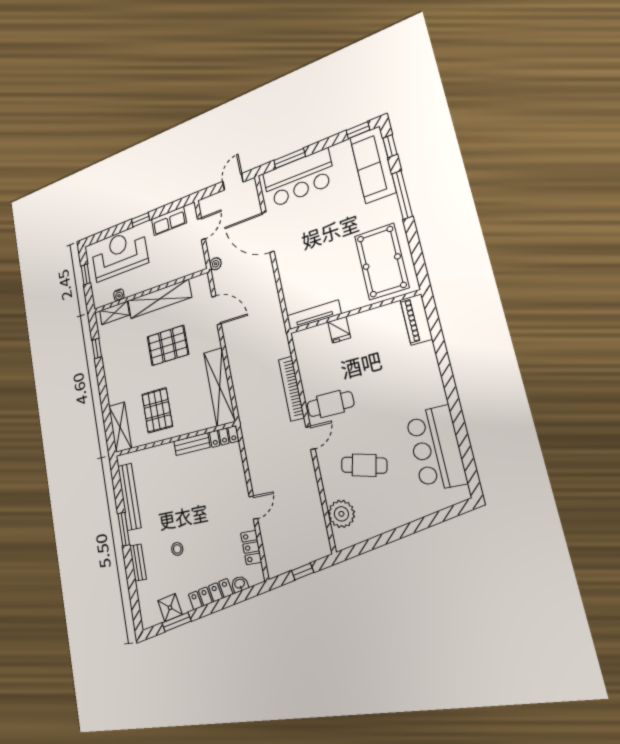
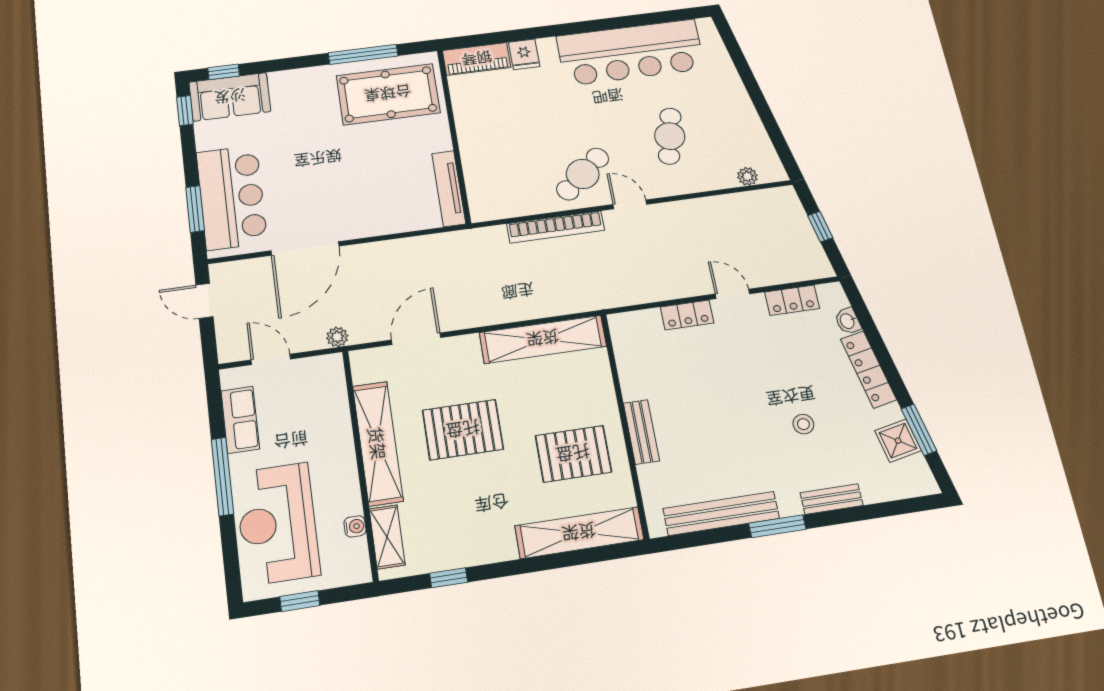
sofa: (373, 165) -> (230, 97), width x0.73
window: (402, 195) -> (363, 54), moved
window: (141, 220) -> (222, 476), width x2.17
fridge: (339, 330) -> (524, 54), moved, turned 90
pallet: (168, 346) -> (463, 430), turned 90
cafe table: (330, 404) -> (583, 174), turned 49
shelving: (120, 427) -> (579, 533), width x1.47
locker: (224, 437) -> (687, 315), moved, turned 90
bench: (192, 444) -> (641, 432), moved
bar counter: (436, 448) -> (631, 52), width x1.36
plant: (341, 514) -> (747, 176), width x0.53, depth x0.53

